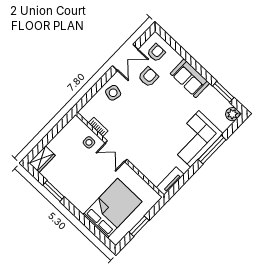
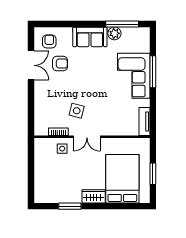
armchair: (148, 77) -> (60, 64), turned 90
window: (223, 92) -> (122, 24), width x1.44
side table: (113, 93) -> (77, 111), moved
plant: (232, 114) -> (114, 33), moved
wardrobe: (42, 159) -> (94, 196), moved, turned -90

